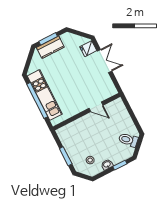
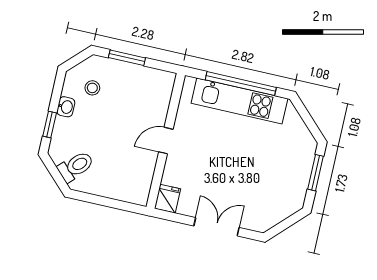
kitchen counter: (50, 47) -> (301, 166), removed
fridge: (88, 49) -> (168, 199), moved
double door: (105, 61) -> (216, 227), swing flipped
door: (96, 107) -> (166, 141), moved

